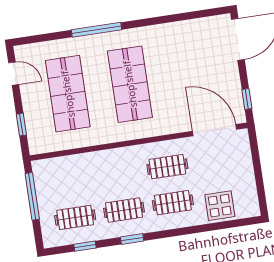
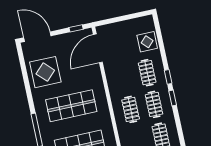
display table: (184, 48) -> (45, 72), added
clothes rail: (167, 167) -> (131, 109), moved
window: (85, 246) -> (168, 77), moved

